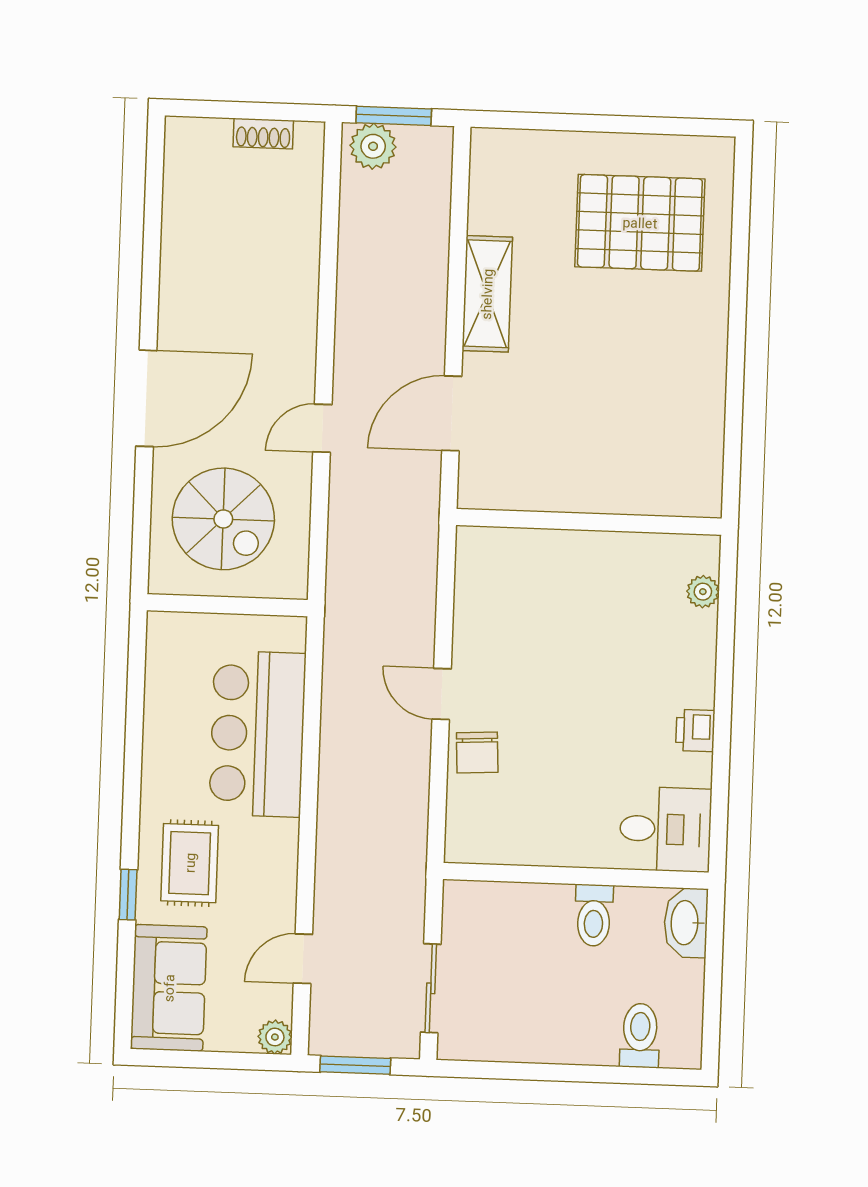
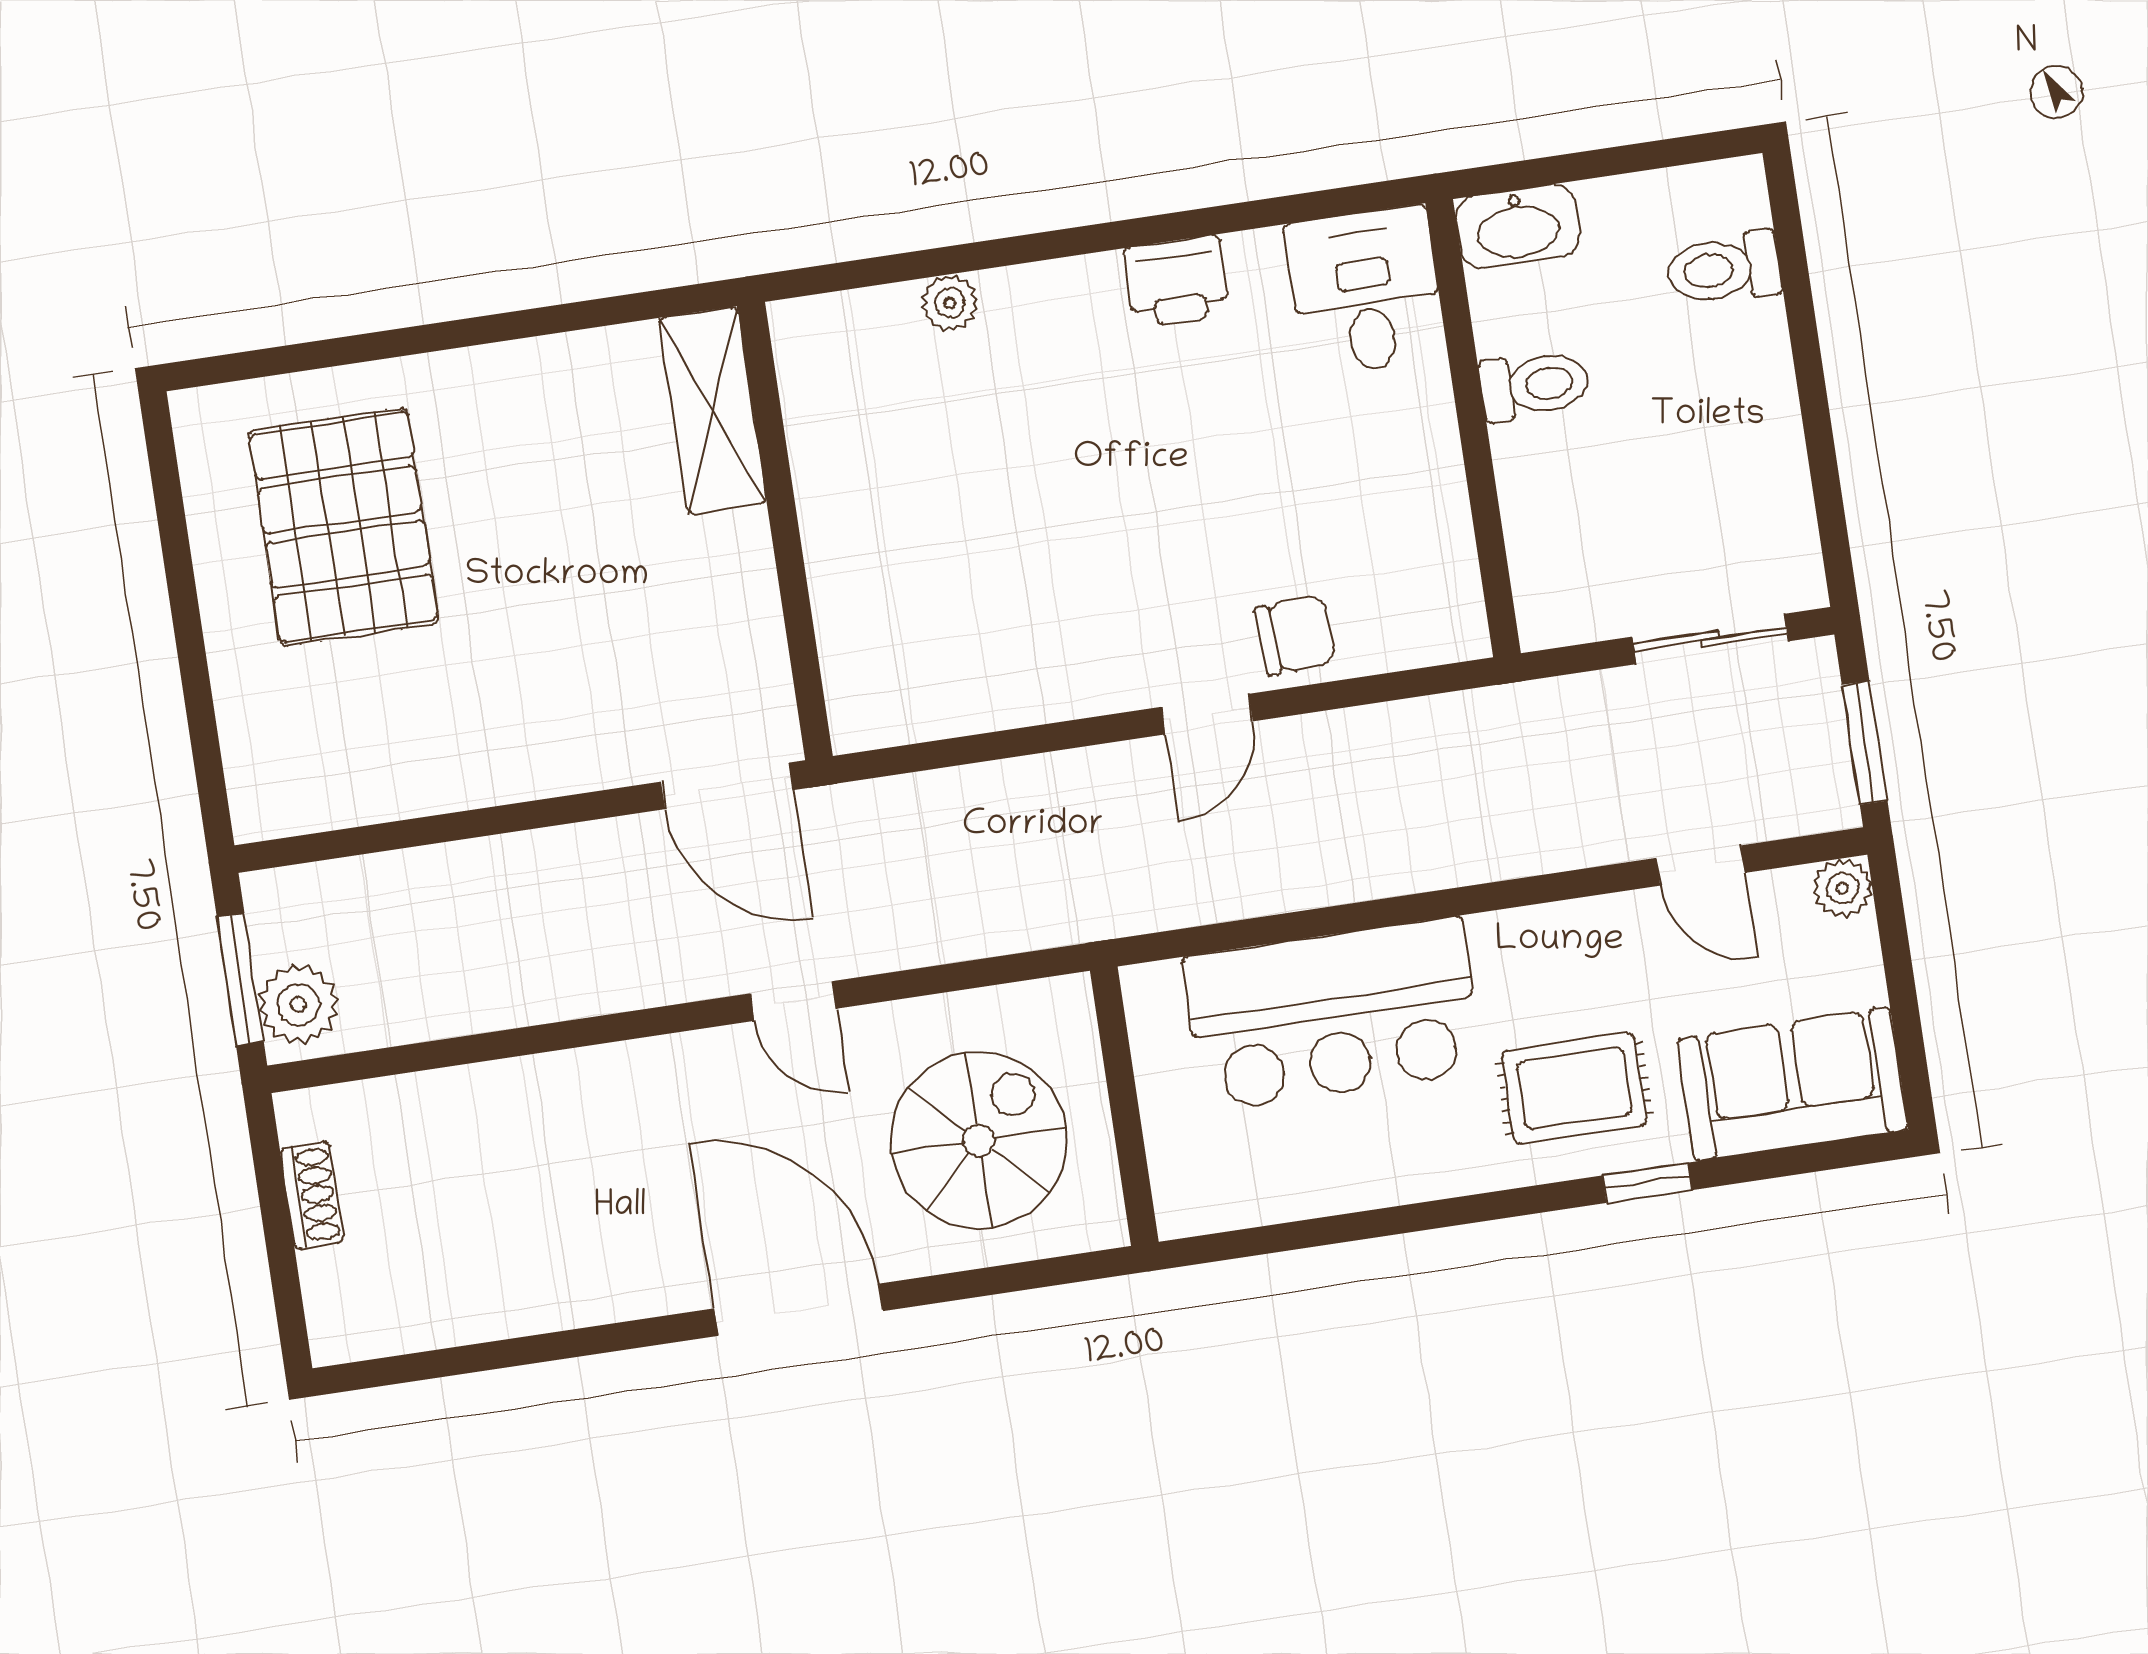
shelving: (487, 294) -> (713, 410), moved, turned 90
wall: (589, 522) -> (785, 531), moved
printer: (695, 731) -> (1177, 281), width x1.36, depth x1.24

